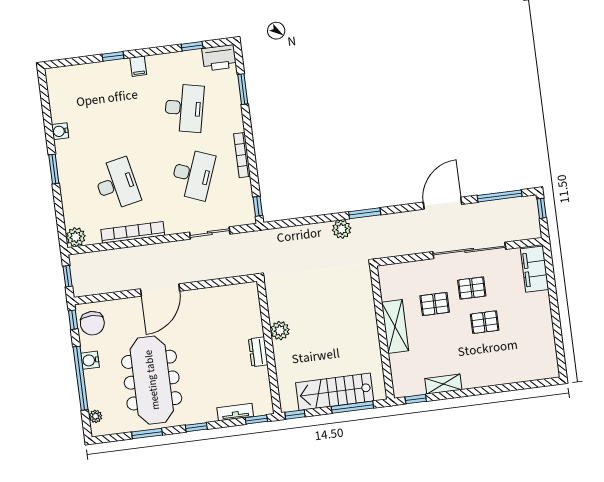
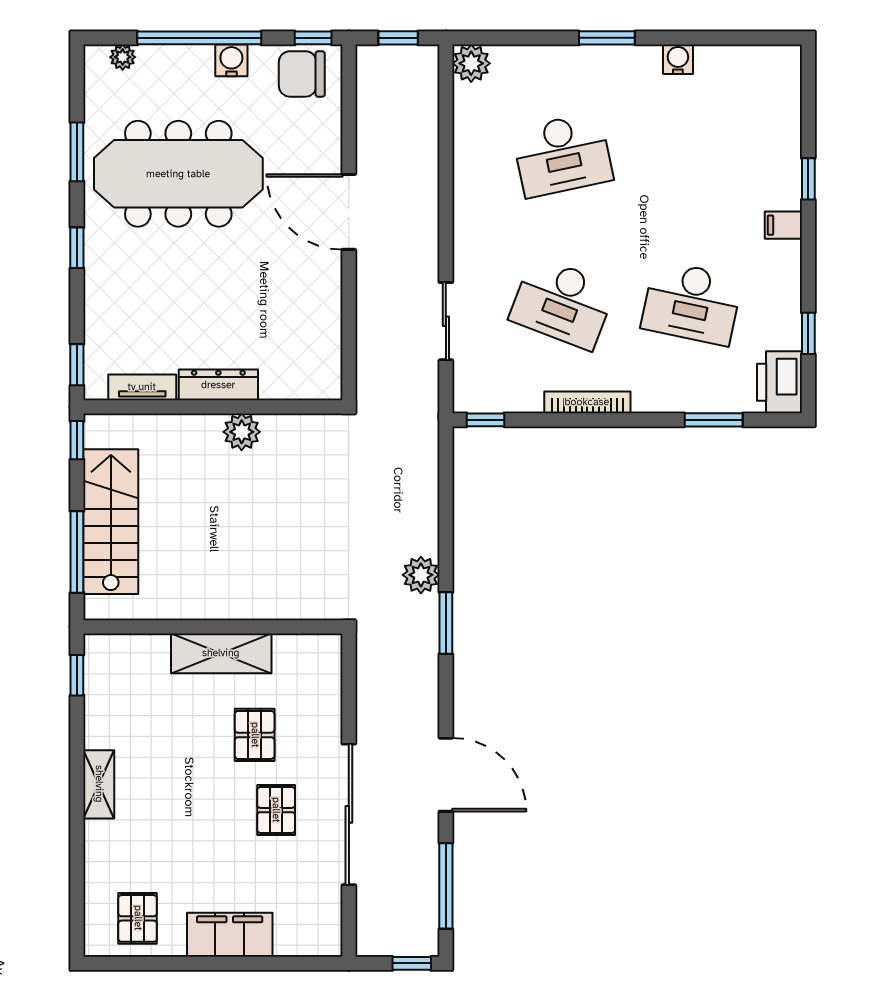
bookcase: (133, 232) -> (466, 174), removed
filing cabinet: (534, 269) -> (230, 935), moved
pallet: (485, 322) -> (138, 918), moved
dresser: (258, 352) -> (218, 385), width x1.44
shelving: (443, 384) -> (99, 784), moved
tv unit: (235, 412) -> (142, 387), moved, turned -90

